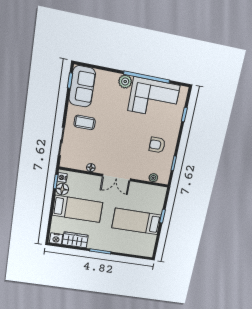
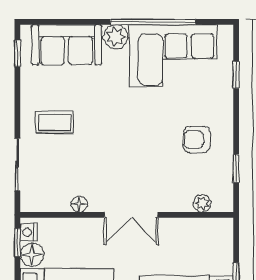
sofa: (82, 86) -> (67, 45), moved, turned 90

